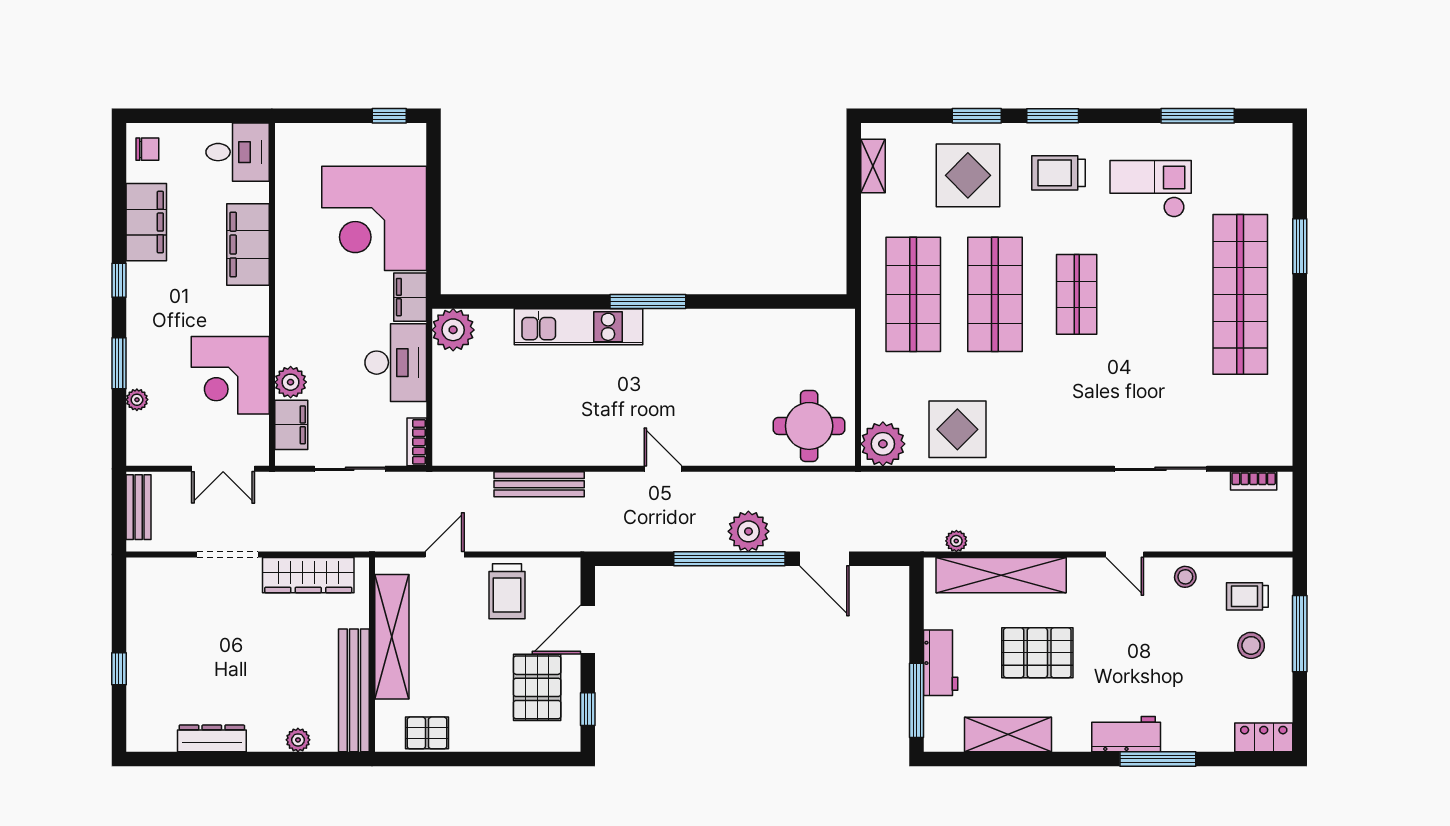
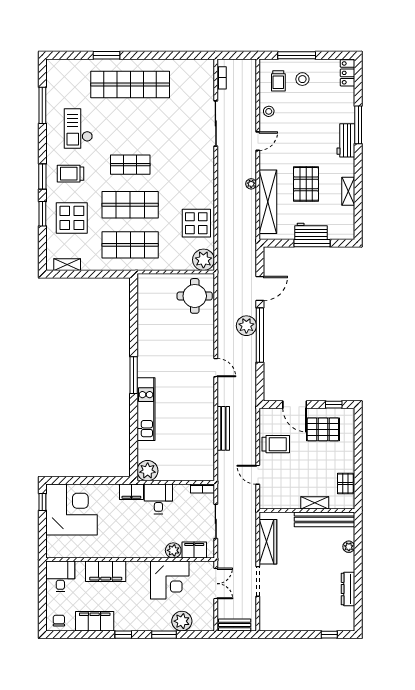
trolley: (1058, 173) -> (71, 174), turned 90
corner desk: (374, 218) -> (72, 509), moved, turned -90
desk: (396, 363) -> (158, 499), width x0.73
plant: (137, 400) -> (182, 621), width x1.87, depth x1.87
door: (663, 469) -> (216, 368), swing flipped
plant: (956, 541) -> (251, 184), moved
shelving: (392, 637) -> (315, 503), width x0.45, depth x0.75
window: (119, 669) -> (329, 635), moved
window: (917, 700) -> (312, 243), moved
shelving: (1008, 734) -> (348, 191), width x0.67, depth x0.75

